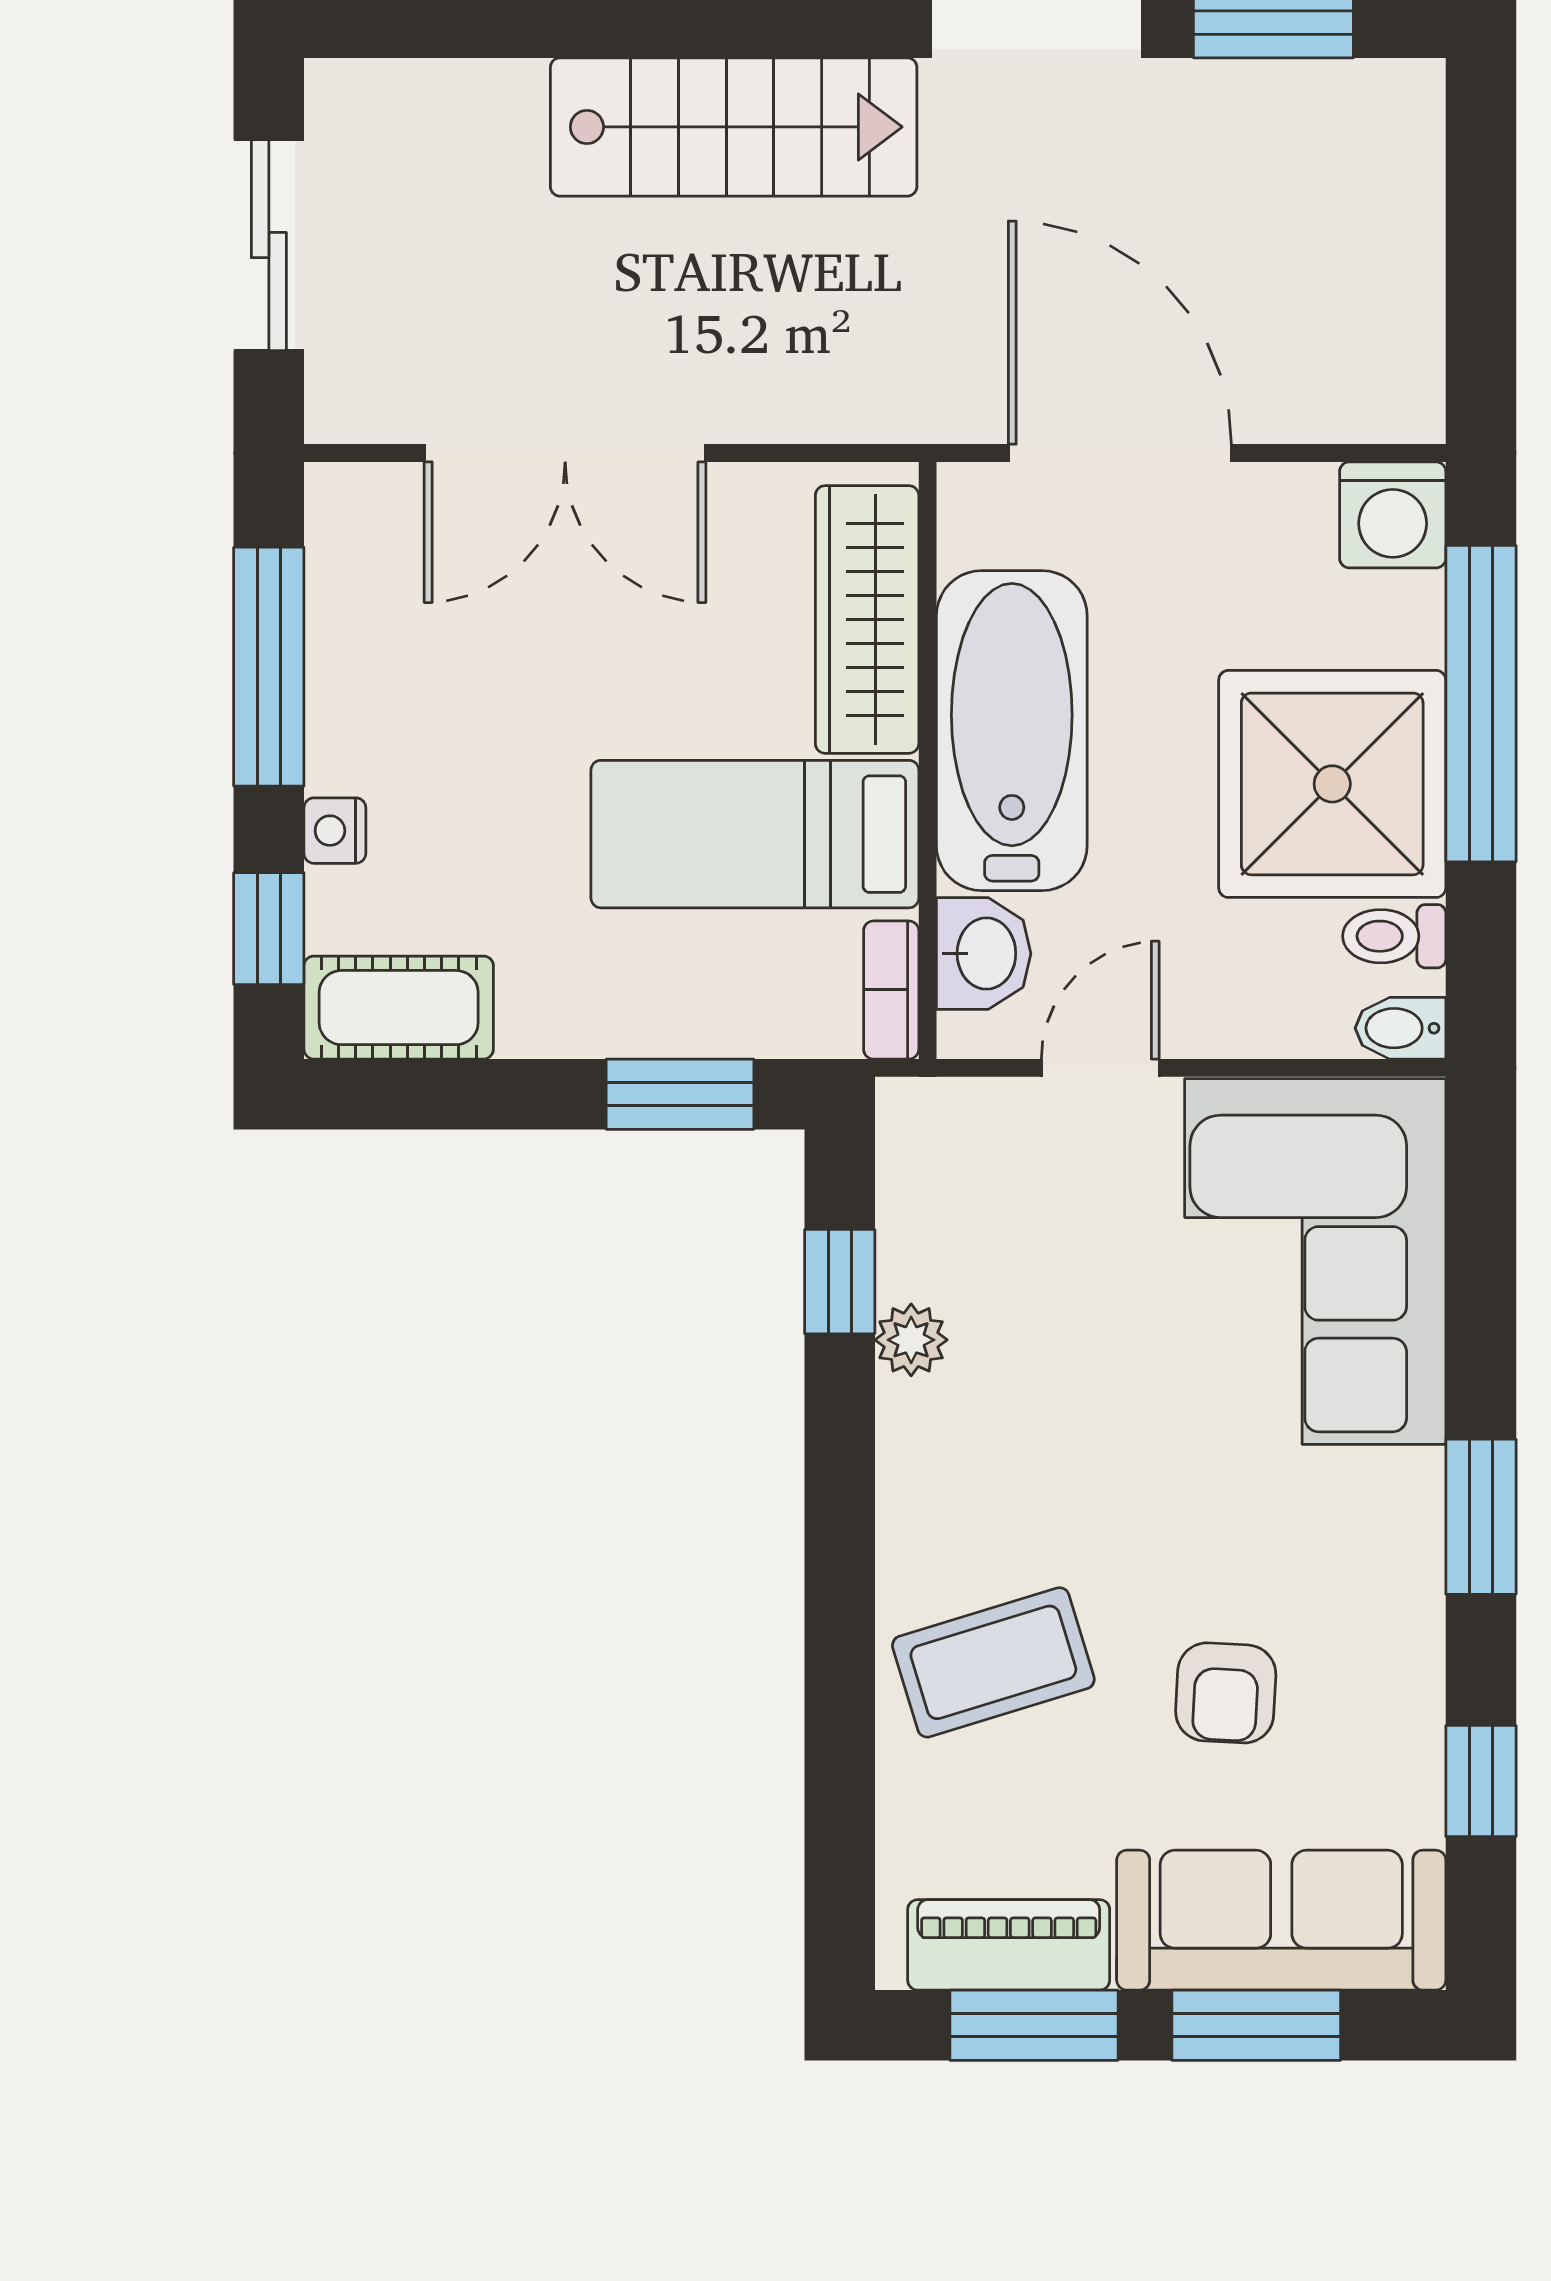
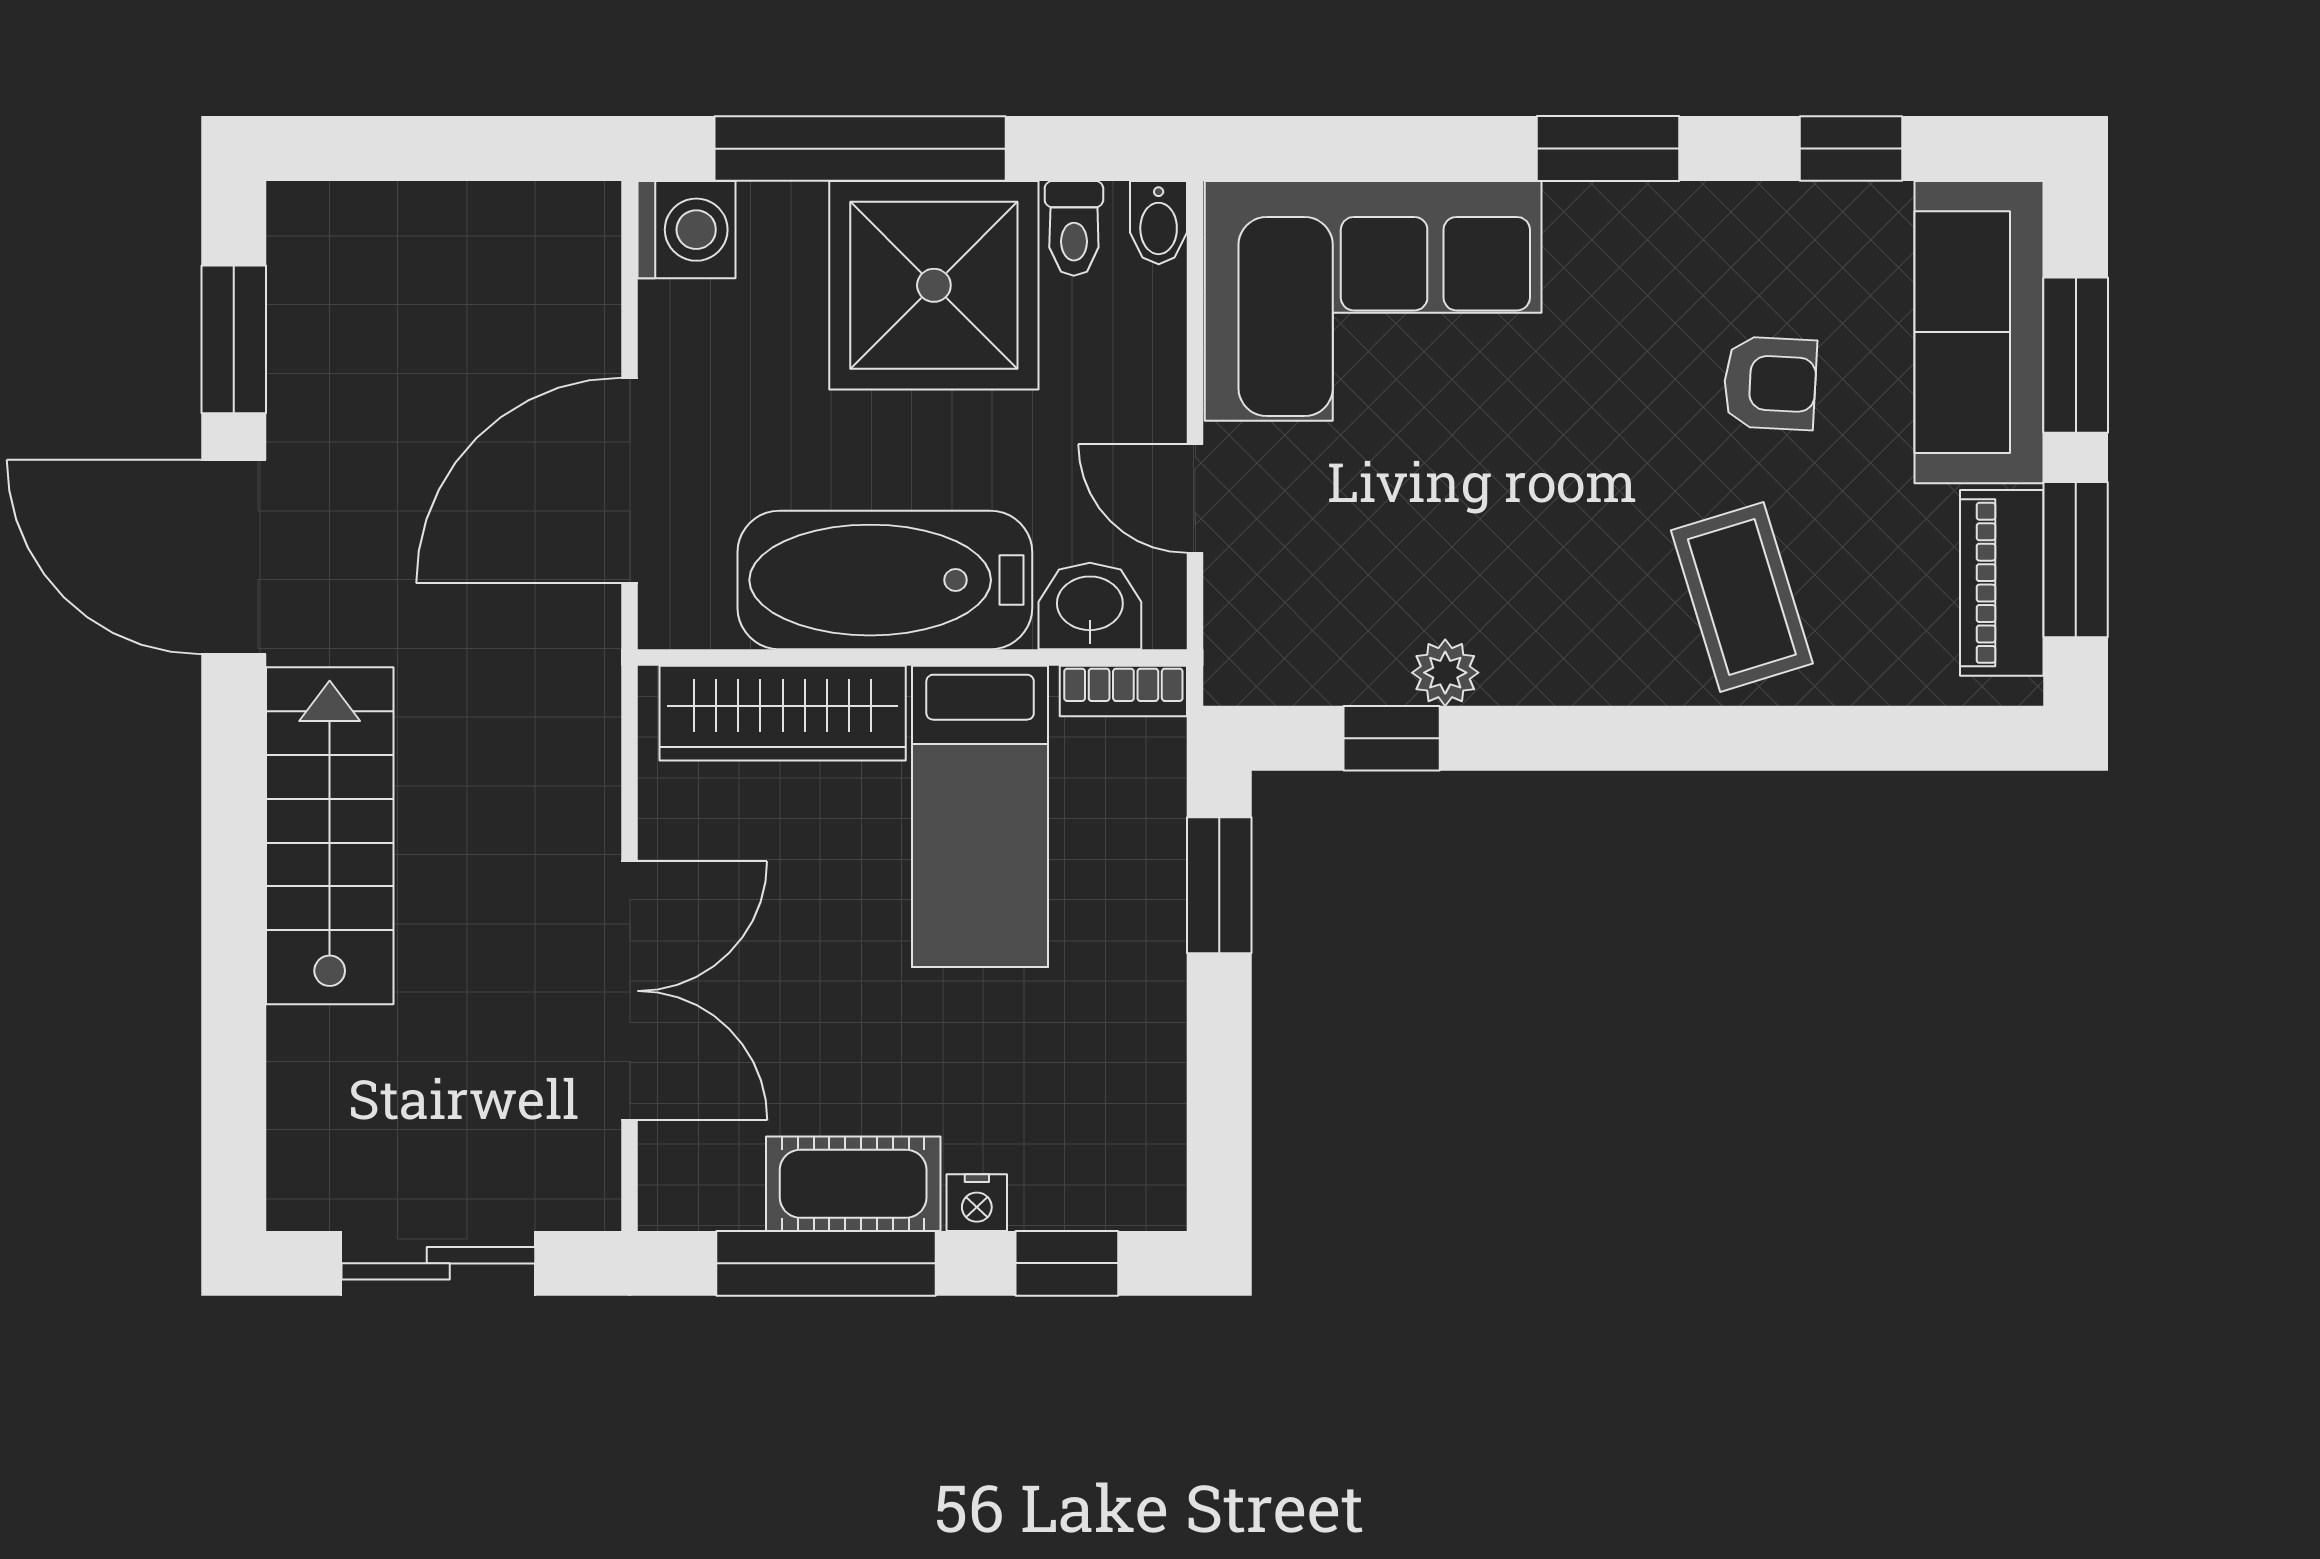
cot: (399, 1008) -> (853, 1184), moved, turned 90

